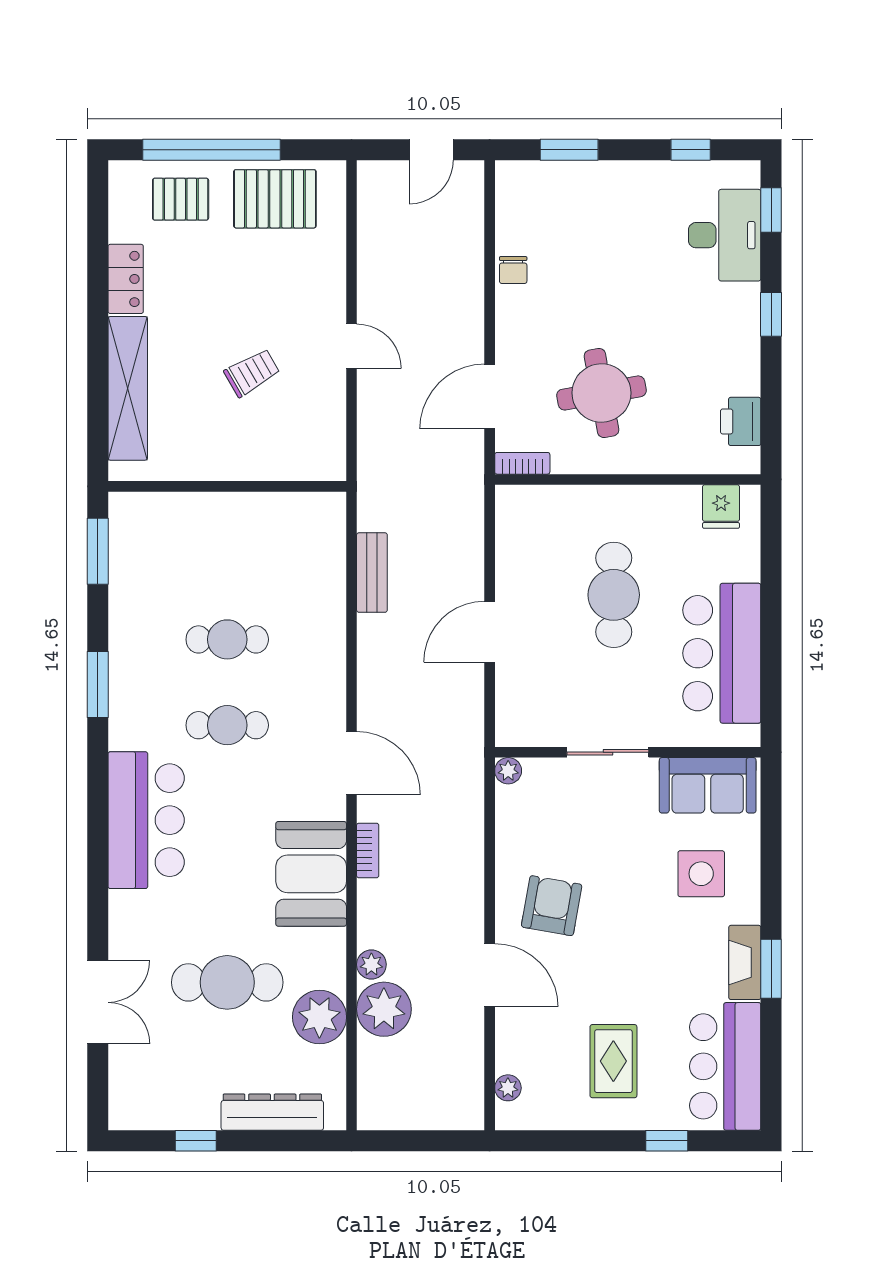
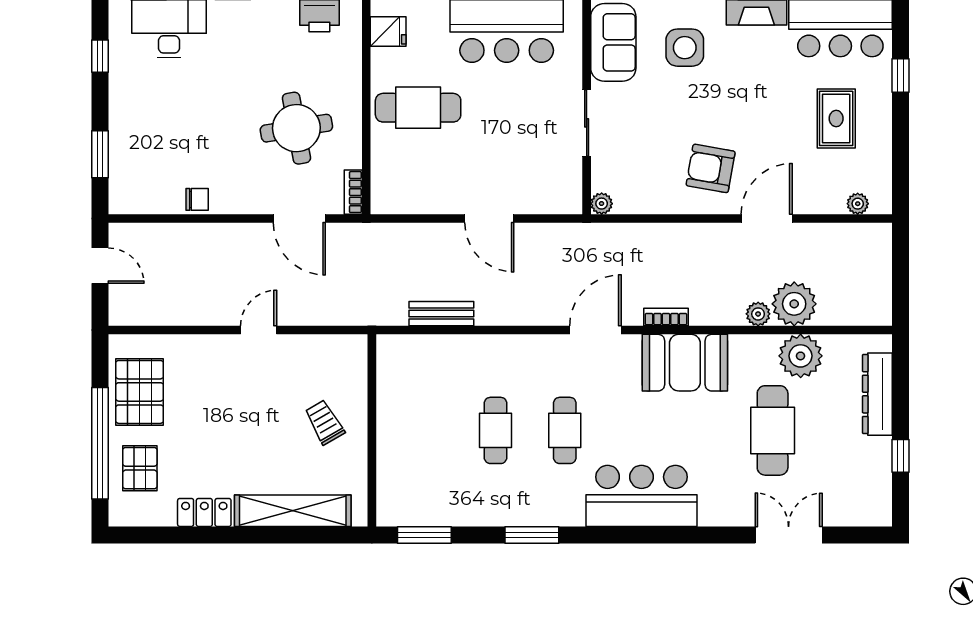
trolley: (252, 373) -> (325, 422), moved
cafe table: (614, 595) -> (418, 108), moved
rug: (613, 1061) -> (836, 118), turned 90

